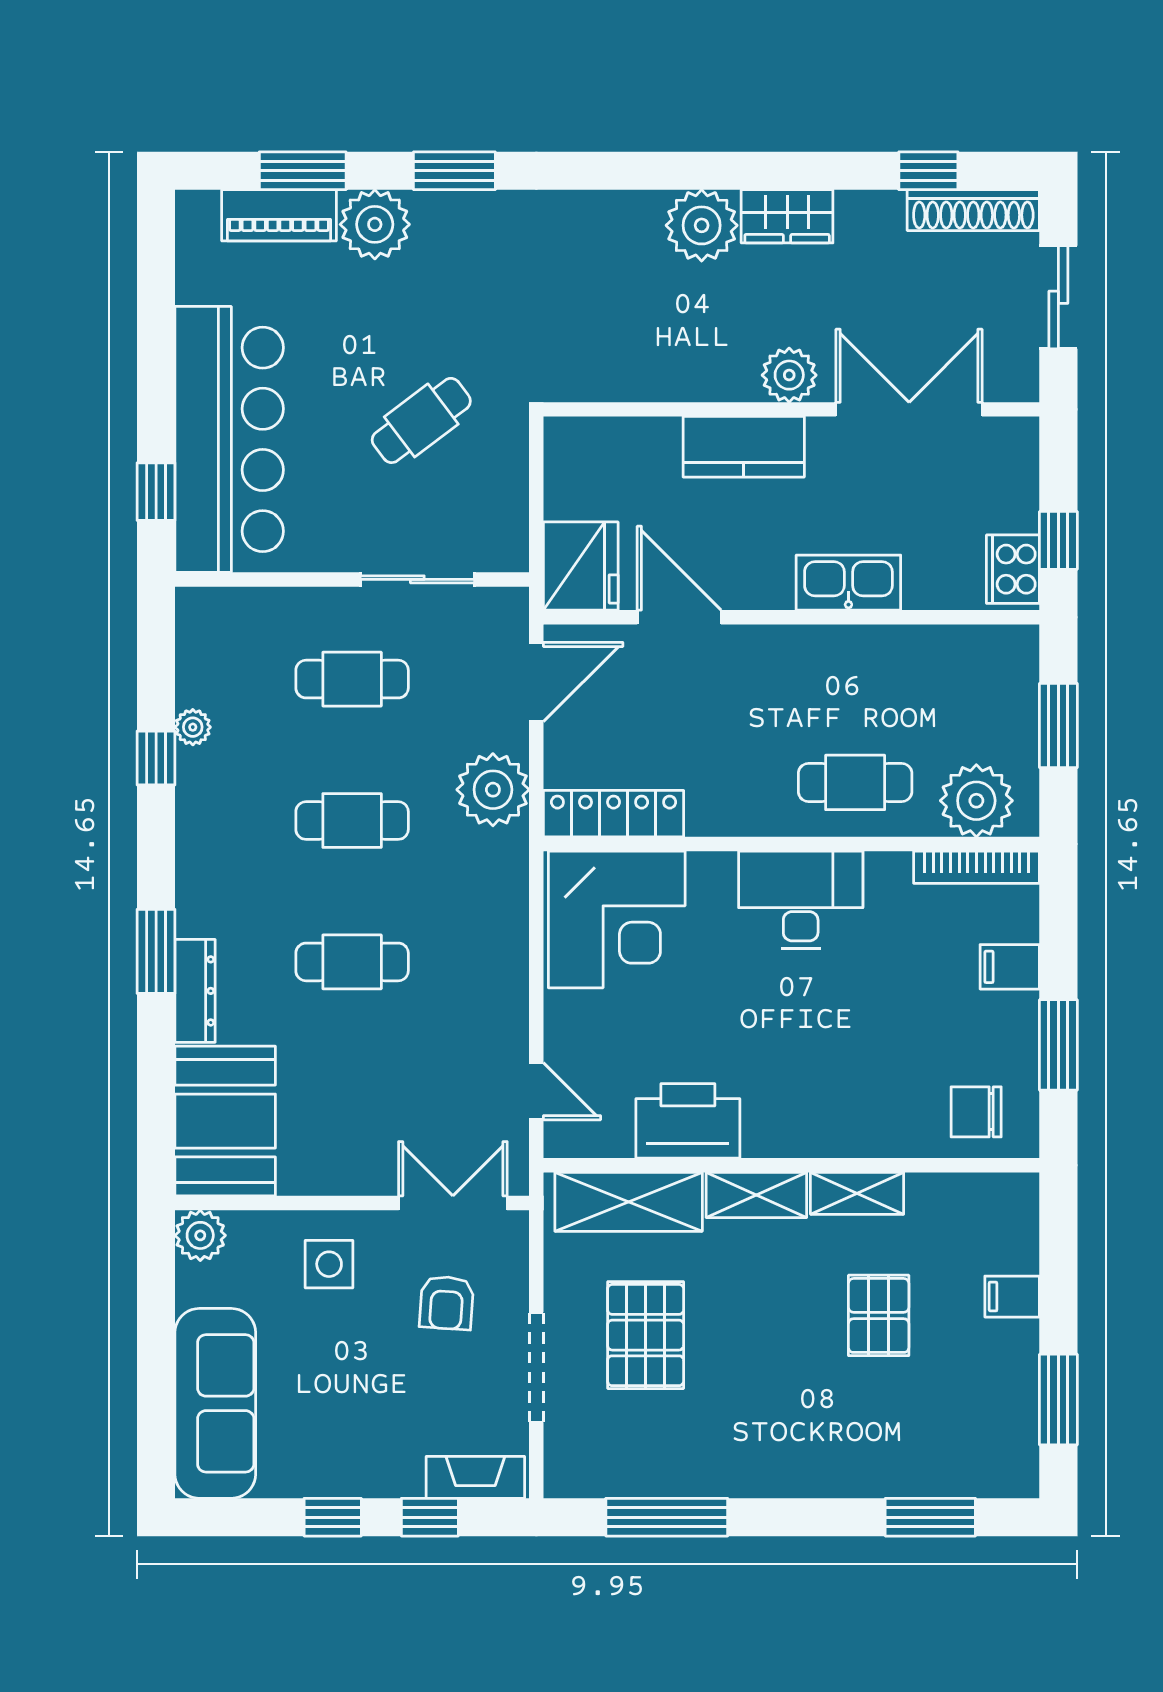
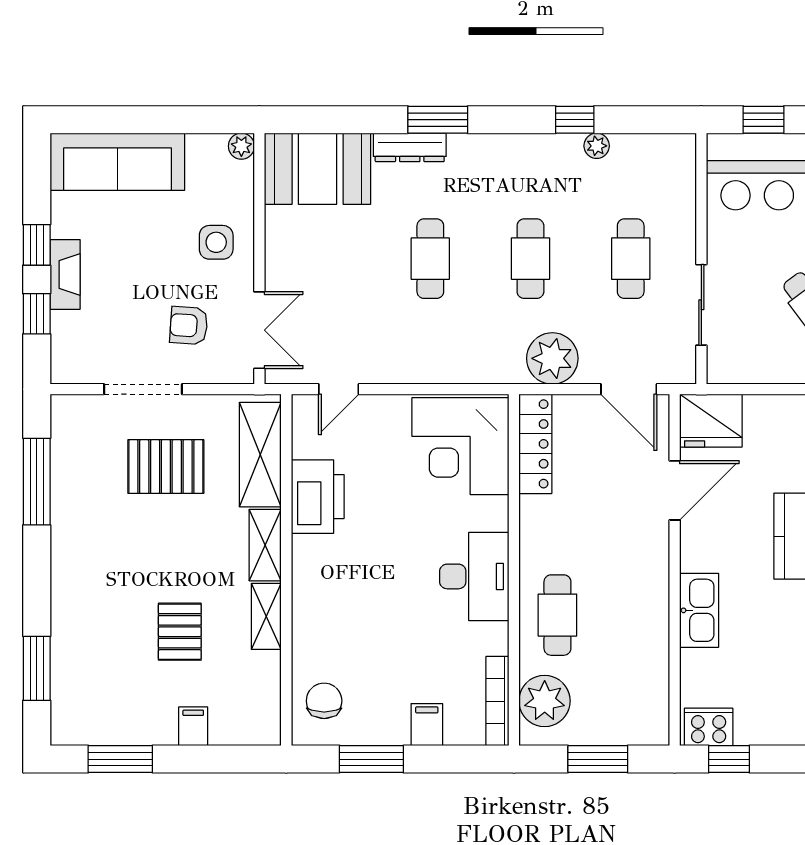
plant: (200, 1235) -> (241, 146), width x0.73, depth x0.73
pallet: (879, 1315) -> (180, 632), turned 90
fireplace: (475, 1477) -> (65, 274), moved

